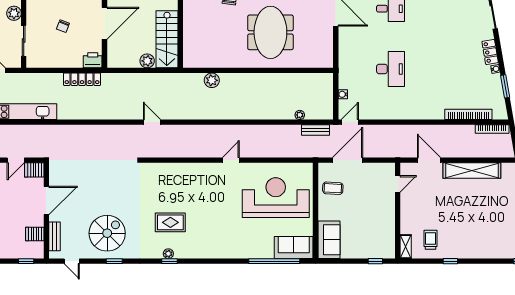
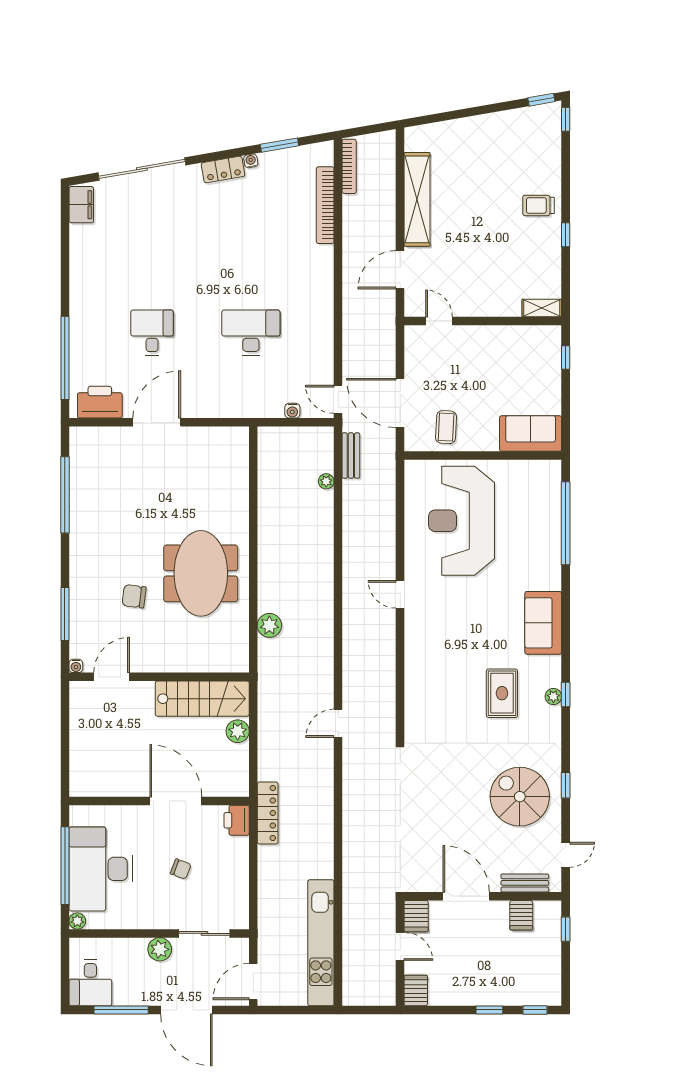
meeting table: (270, 32) -> (201, 573), moved, turned 90
locker: (82, 79) -> (268, 813), moved
trolley: (431, 240) -> (539, 205), moved
sofa: (294, 248) -> (543, 623), moved

